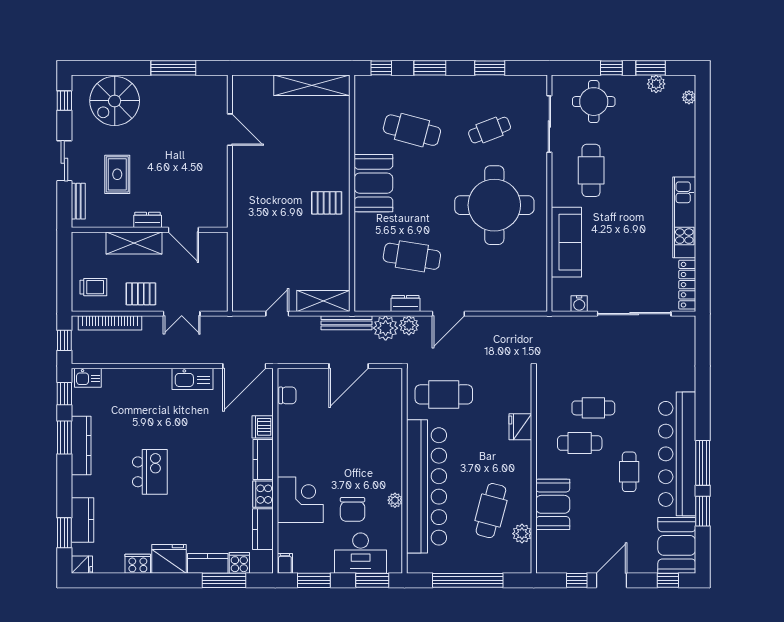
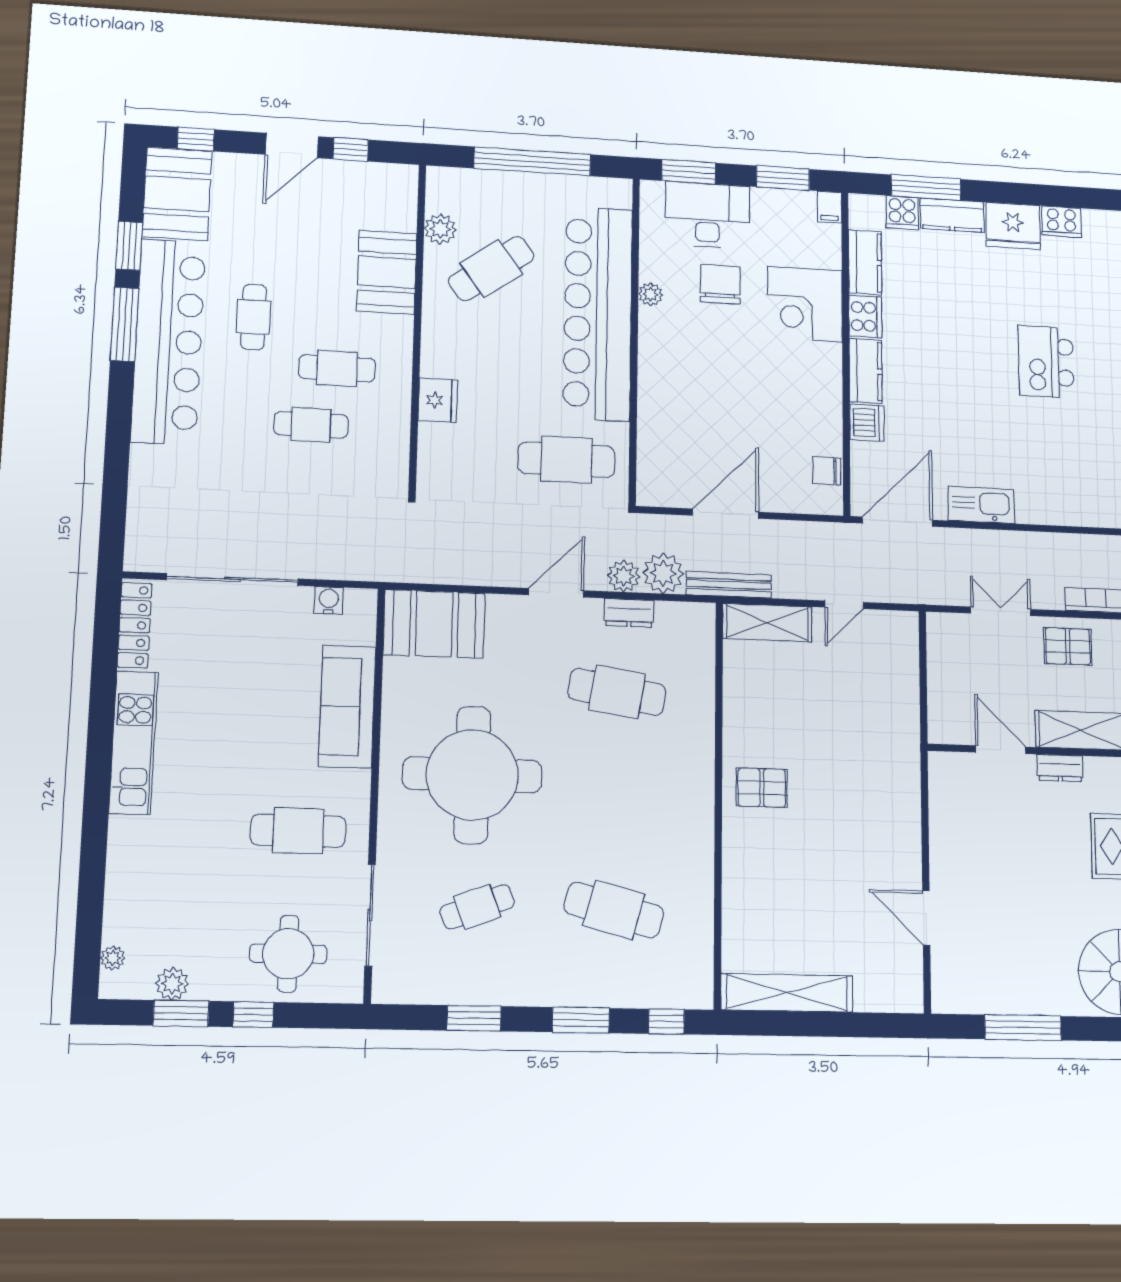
cafe table: (591, 170) -> (298, 831), turned 90
booth: (373, 183) -> (434, 624), moved, turned 90
cafe table: (491, 511) -> (491, 269), turned 39

